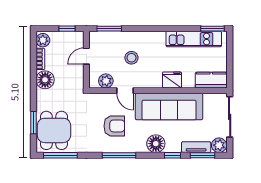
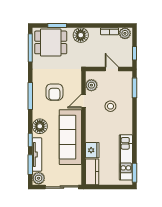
floor lamp: (45, 80) -> (81, 35), moved
fridge: (172, 80) -> (92, 150), moved
tv unit: (196, 147) -> (37, 154), width x1.41

